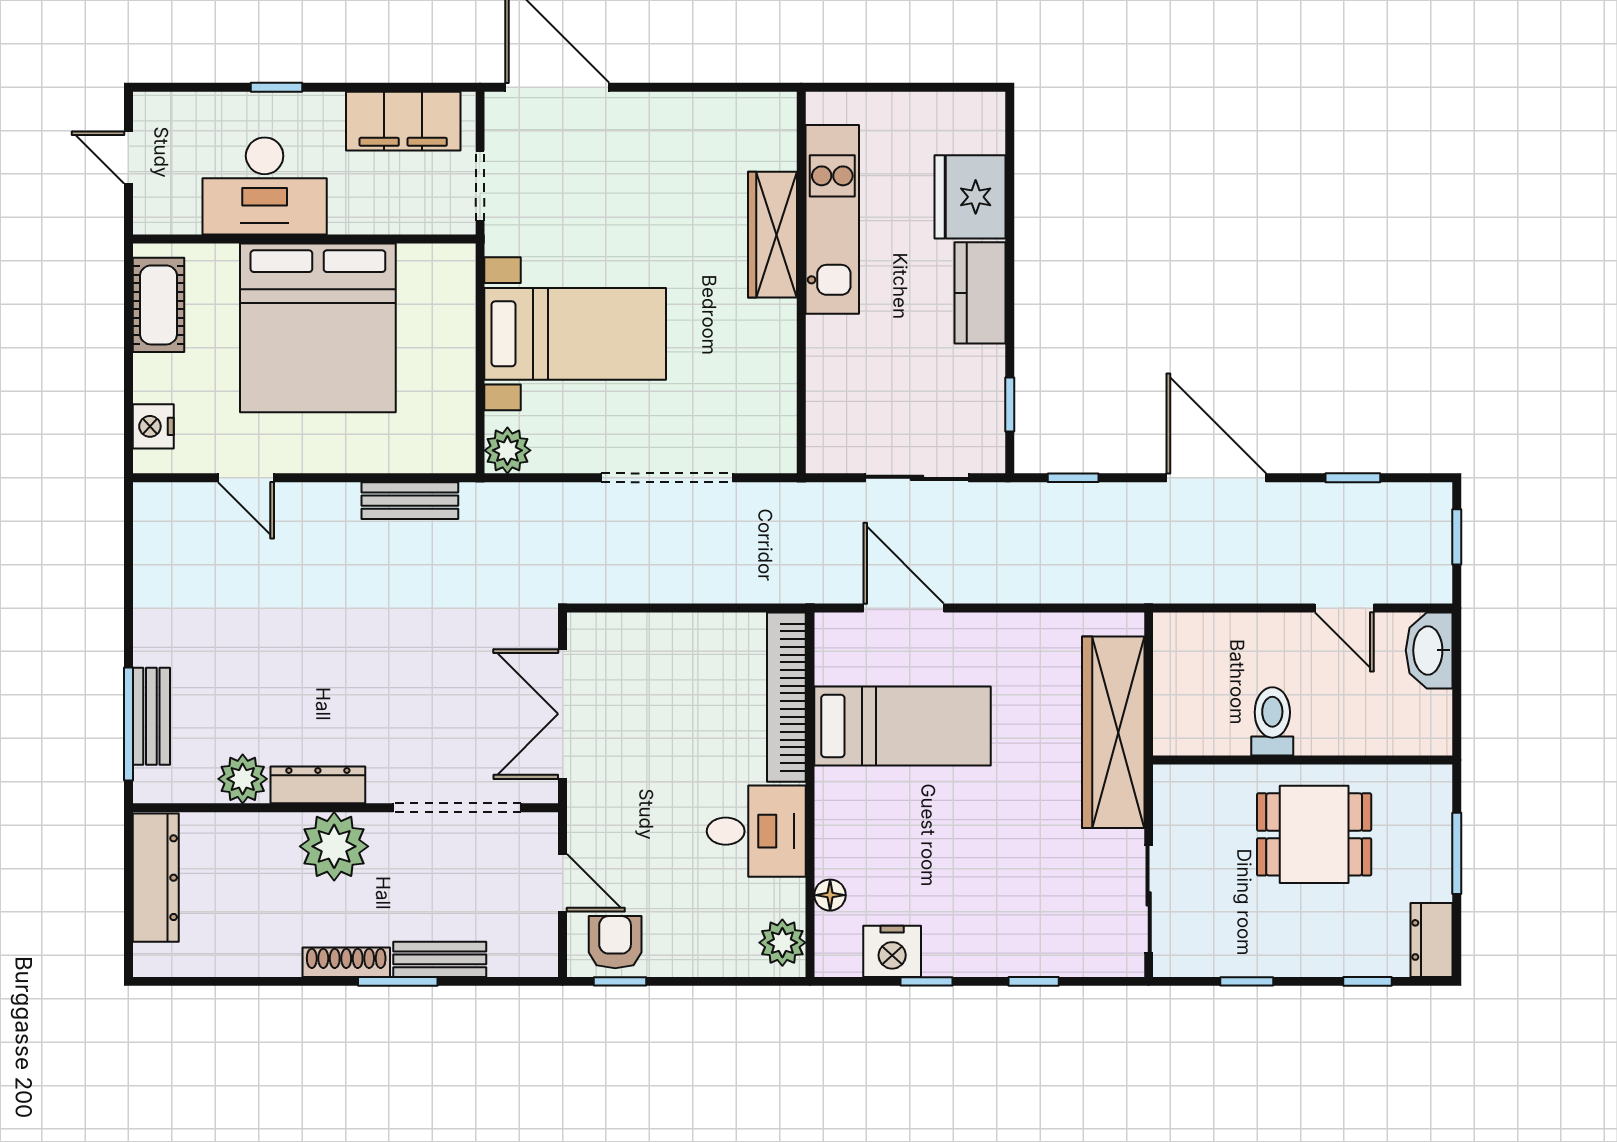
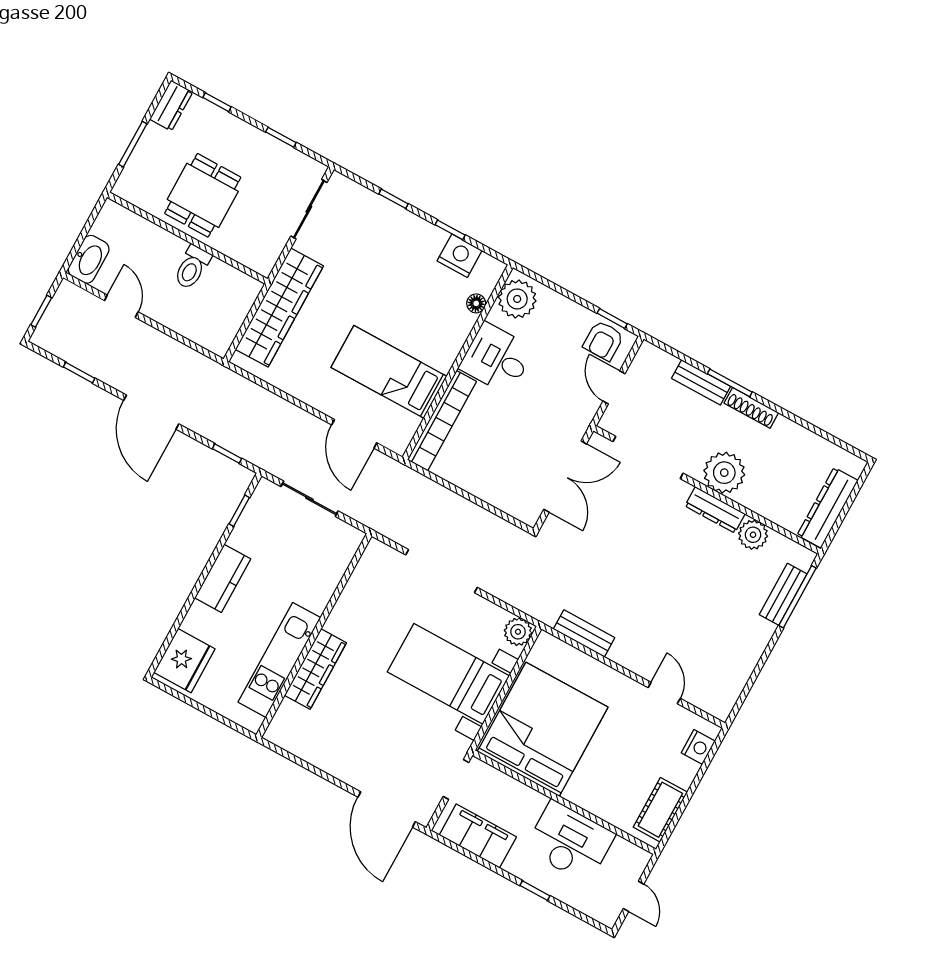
fridge: (970, 197) -> (184, 661), moved
bed: (318, 328) -> (543, 729), moved
dining table: (1314, 834) -> (203, 195), turned 90
plant: (782, 943) -> (517, 299), width x1.36, depth x1.36

